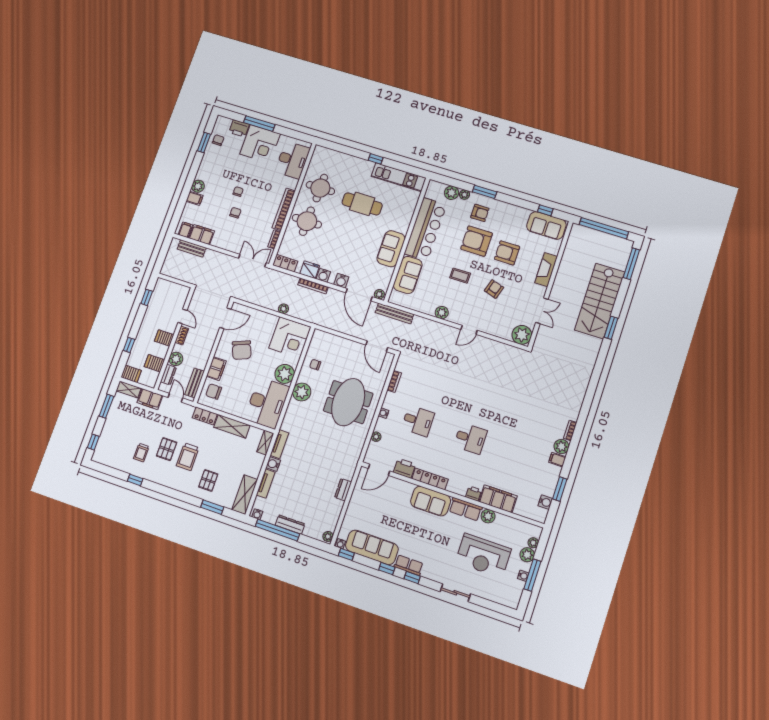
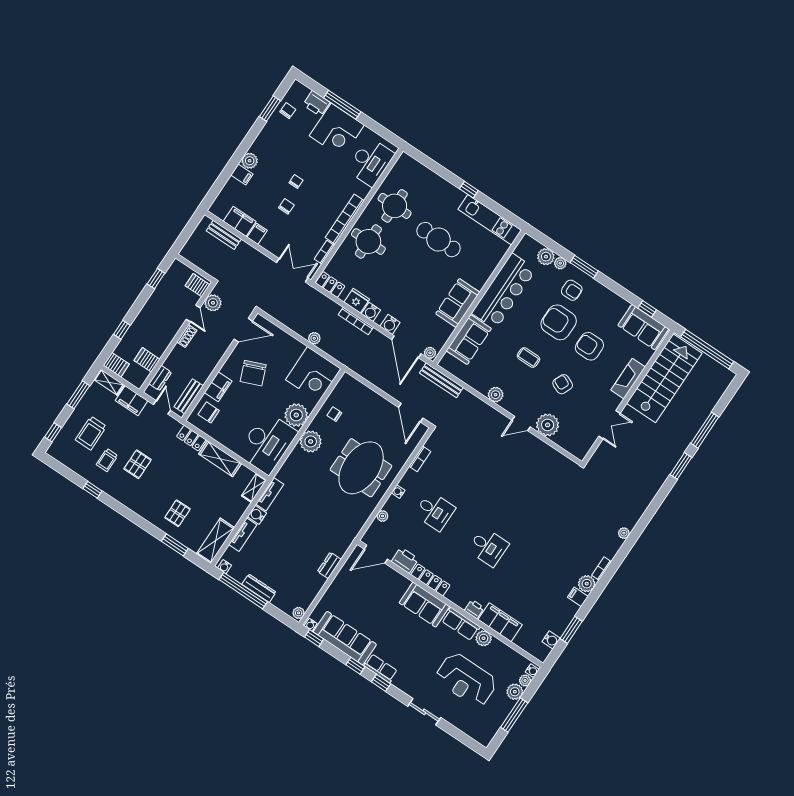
filing cabinet: (185, 230) -> (257, 234), moved
window: (631, 264) -> (705, 430), moved
armchair: (494, 289) -> (563, 384), turned -83
stairs: (600, 301) -> (664, 378), moved, turned 180
plant: (522, 335) -> (548, 425), moved
server rack: (164, 338) -> (197, 285), moved
plant: (176, 359) -> (213, 303), moved
plant: (580, 396) -> (624, 533), added
trolley: (188, 457) -> (91, 433), moved
water cooler: (523, 576) -> (532, 671), moved

